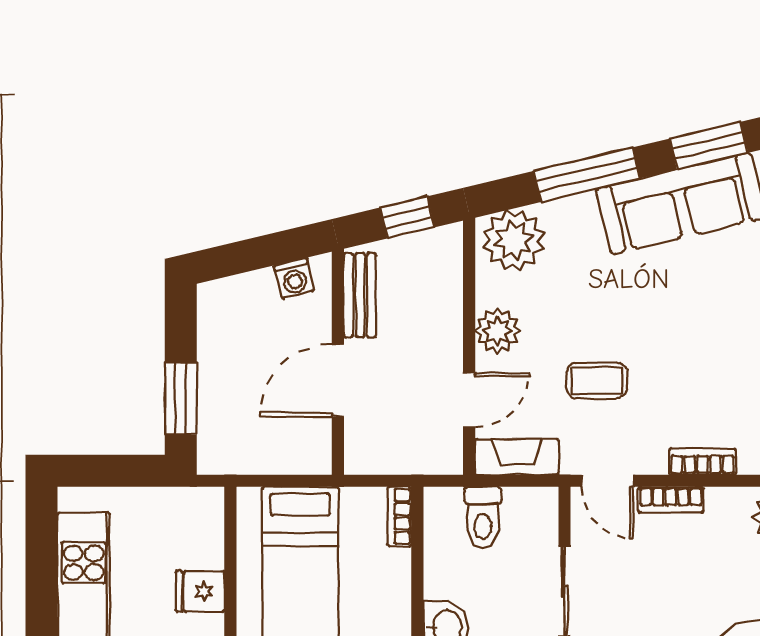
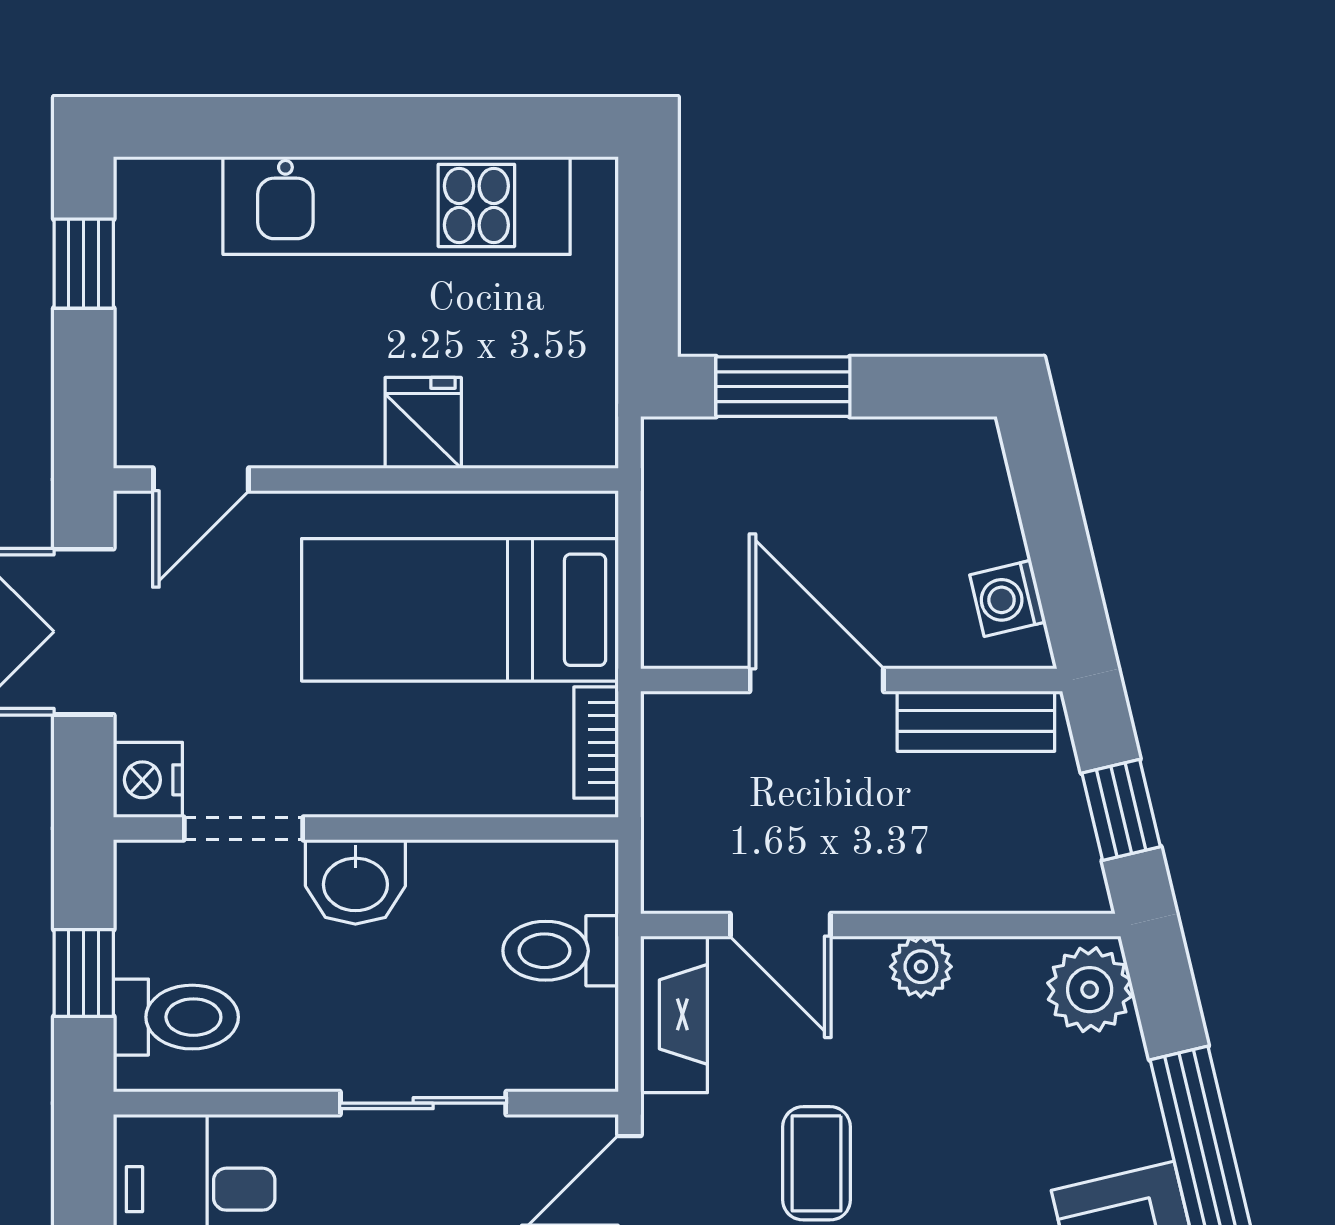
plant: (514, 240) -> (1090, 990), width x0.73, depth x0.73
plant: (498, 331) -> (921, 967), width x0.73, depth x0.73
bookcase: (399, 517) -> (596, 743), moved, turned -90

